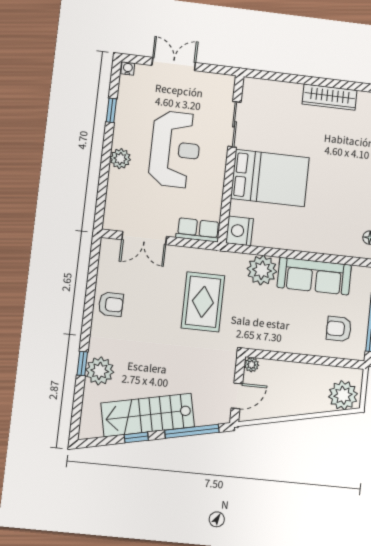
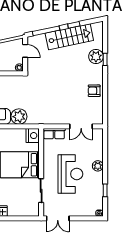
double door: (174, 64) -> (58, 218), moved
reception desk: (175, 149) -> (70, 174), turned 180
double door: (144, 238) -> (81, 126), swing flipped
rug: (203, 302) -> (48, 97), removed
door: (237, 396) -> (25, 51), swing flipped

